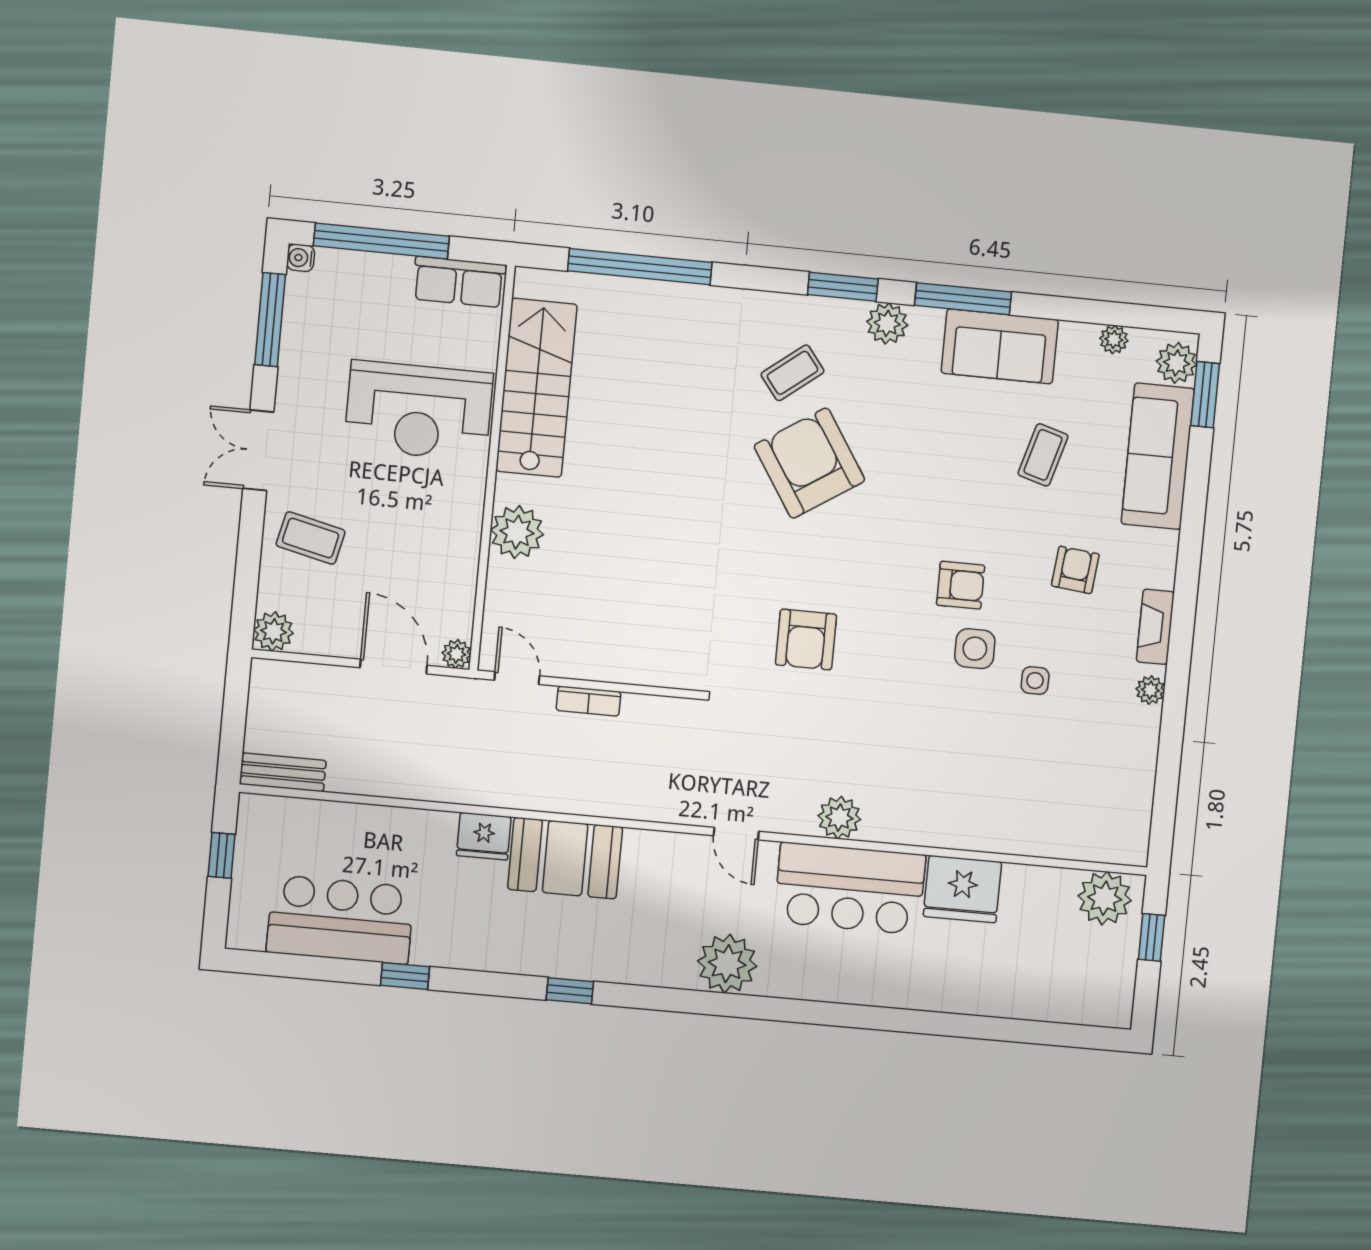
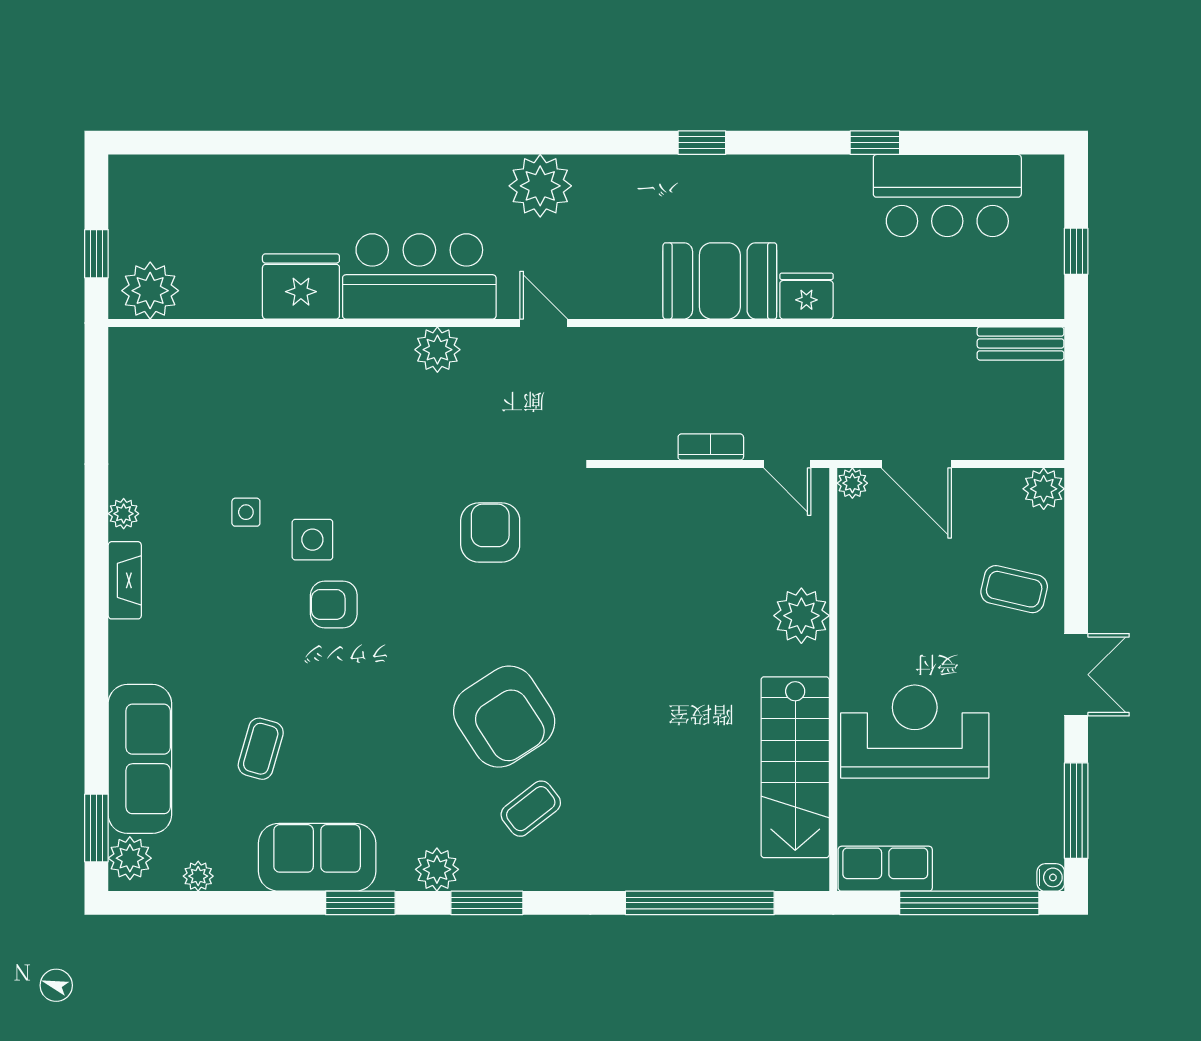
window: (963, 299) -> (360, 903), width x0.69
armchair: (1075, 570) -> (215, 632), removed

